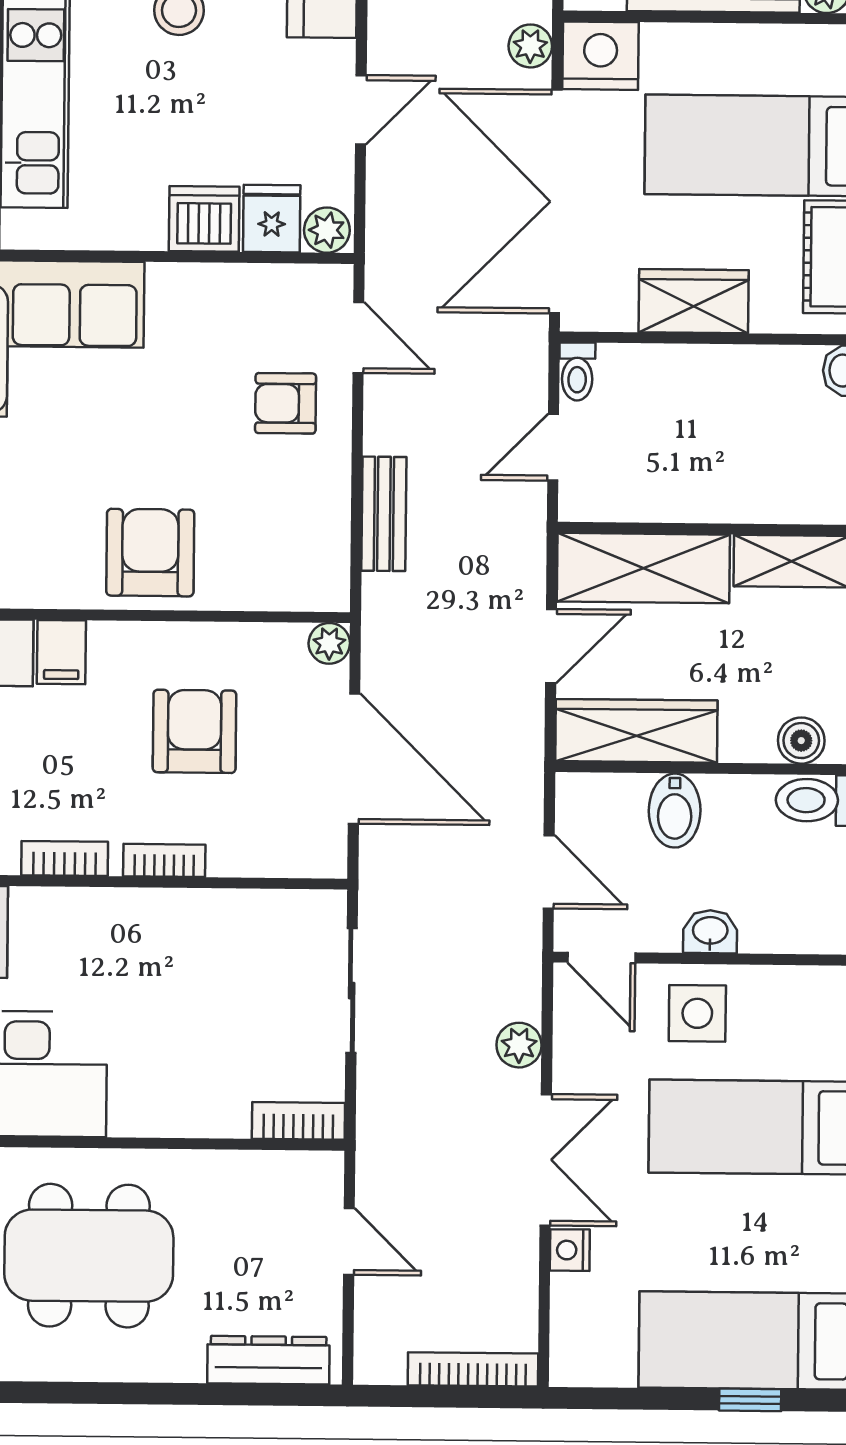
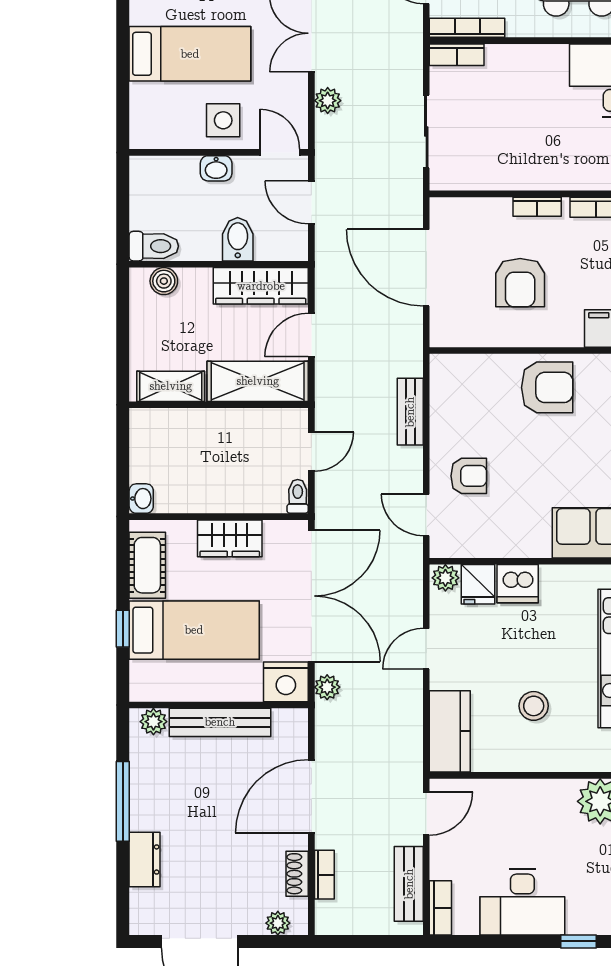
armchair: (150, 553) -> (547, 387), turned -90
plant: (329, 643) -> (442, 335), removed
bookcase: (280, 1166) -> (467, 28), added

